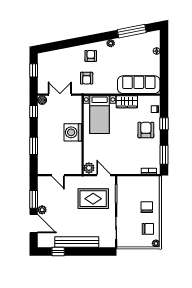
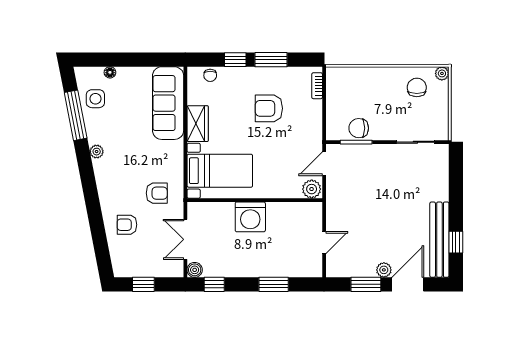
side table: (141, 43) -> (95, 99), added
armchair: (91, 56) -> (127, 225), moved
armchair: (146, 130) -> (269, 108), moved
window: (164, 155) -> (271, 60), moved
rug: (93, 199) -> (365, 182), removed
chair: (147, 207) -> (359, 128), moved
bench: (77, 242) -> (439, 240), moved

